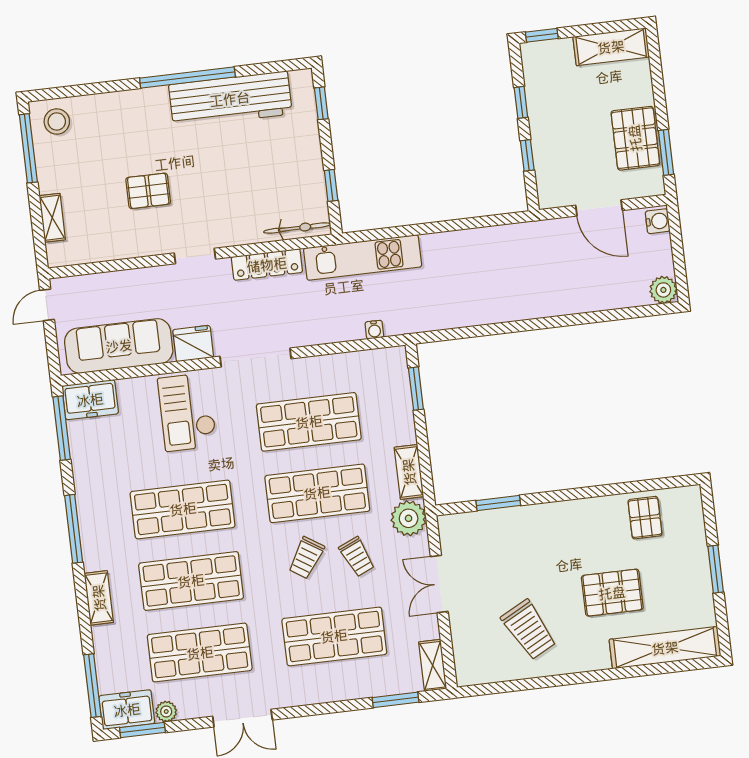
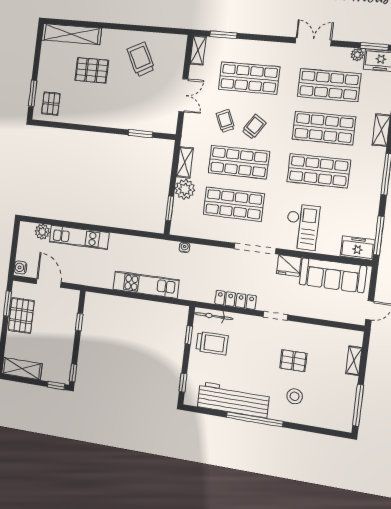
window: (521, 102) -> (73, 373), moved
stool: (57, 121) -> (295, 396), moved
trolley: (289, 183) -> (212, 343), added
kitchen unit: (363, 257) -> (146, 285), moved
plant: (663, 290) -> (42, 232), moved
kitchen unit: (564, 300) -> (79, 237), added
plant: (409, 518) -> (185, 189), moved
pallet: (645, 518) -> (51, 104), moved
window: (716, 569) -> (33, 93), moved

